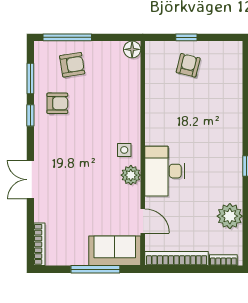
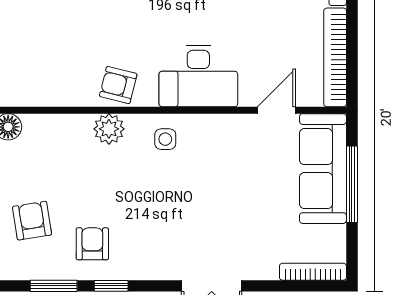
armchair: (188, 65) -> (118, 85), moved
plant: (131, 175) -> (109, 129), moved
sofa: (115, 251) -> (323, 169), width x1.36

